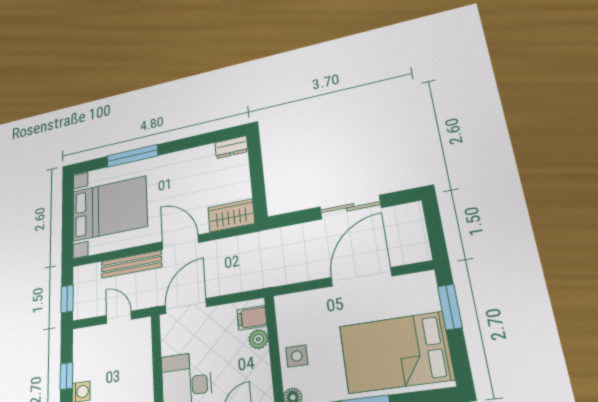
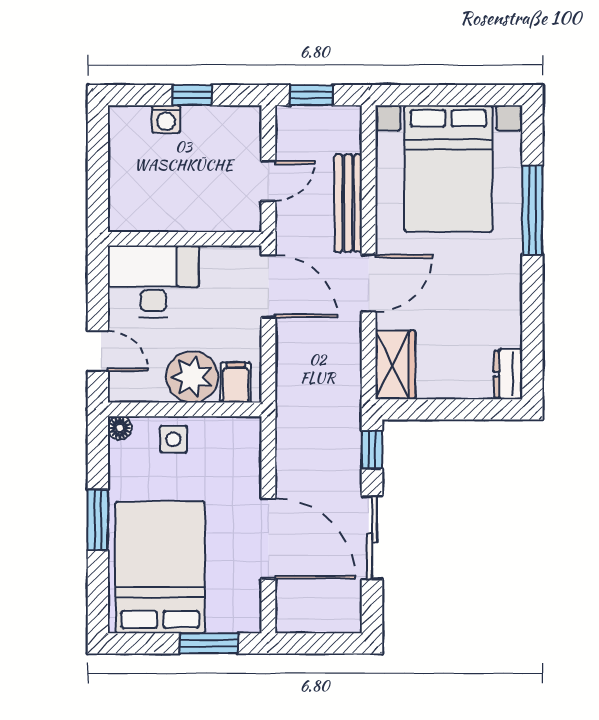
window: (289, 219) -> (372, 450), added
plant: (258, 339) -> (192, 377), width x1.88, depth x1.88

